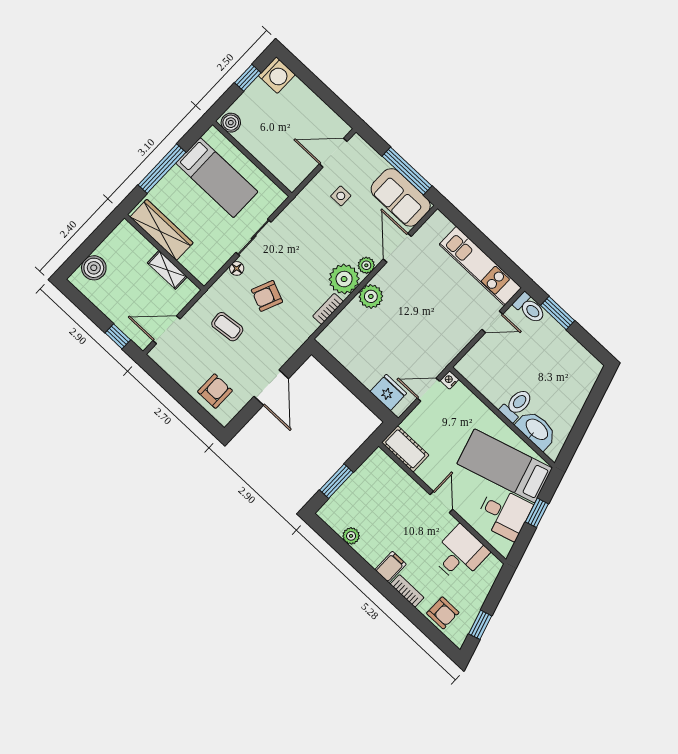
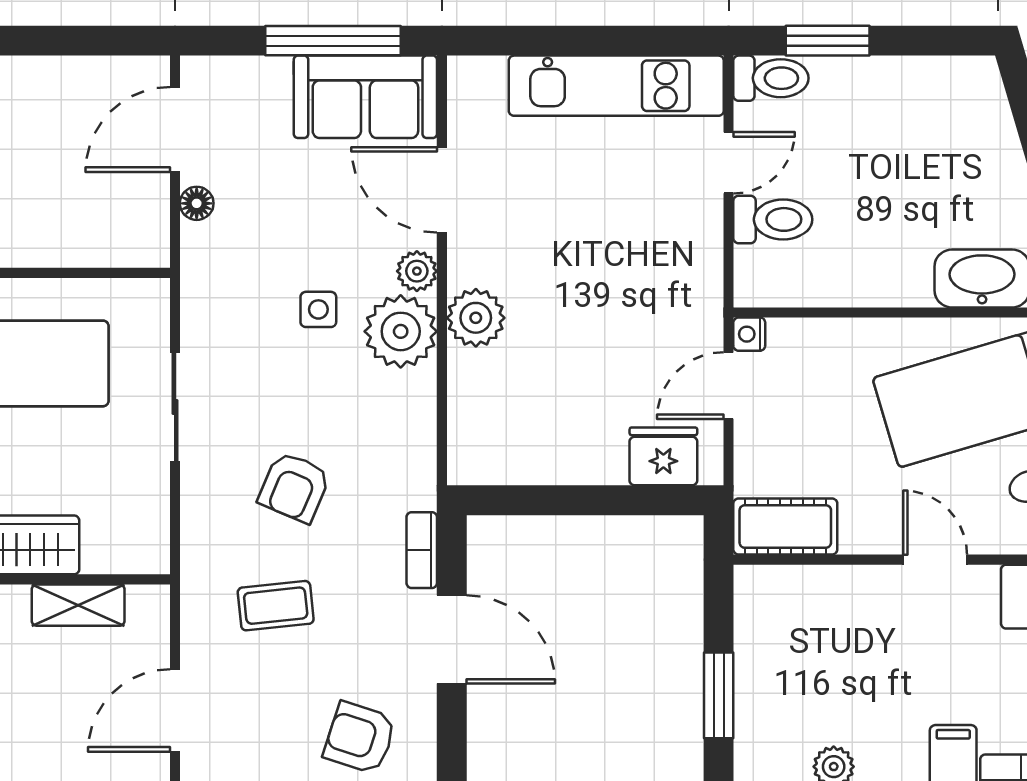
side table: (341, 196) -> (318, 309), moved
floor lamp: (237, 268) -> (197, 203), moved
bookcase: (328, 309) -> (422, 550), moved
armchair: (215, 391) -> (360, 738), turned -72
toilet: (516, 405) -> (773, 219), moved, turned 90

